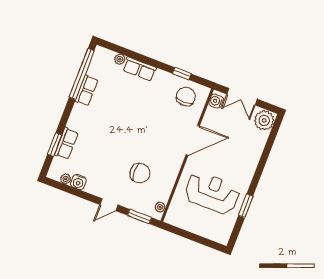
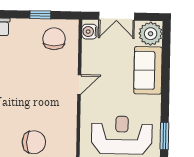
door: (193, 140) -> (79, 84), width x0.53
sofa: (252, 149) -> (148, 70), added

